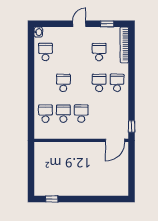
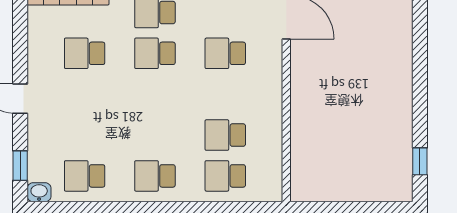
window: (107, 24) -> (20, 166), moved
school desk: (63, 83) -> (155, 176), moved
school desk: (81, 114) -> (225, 53), moved

